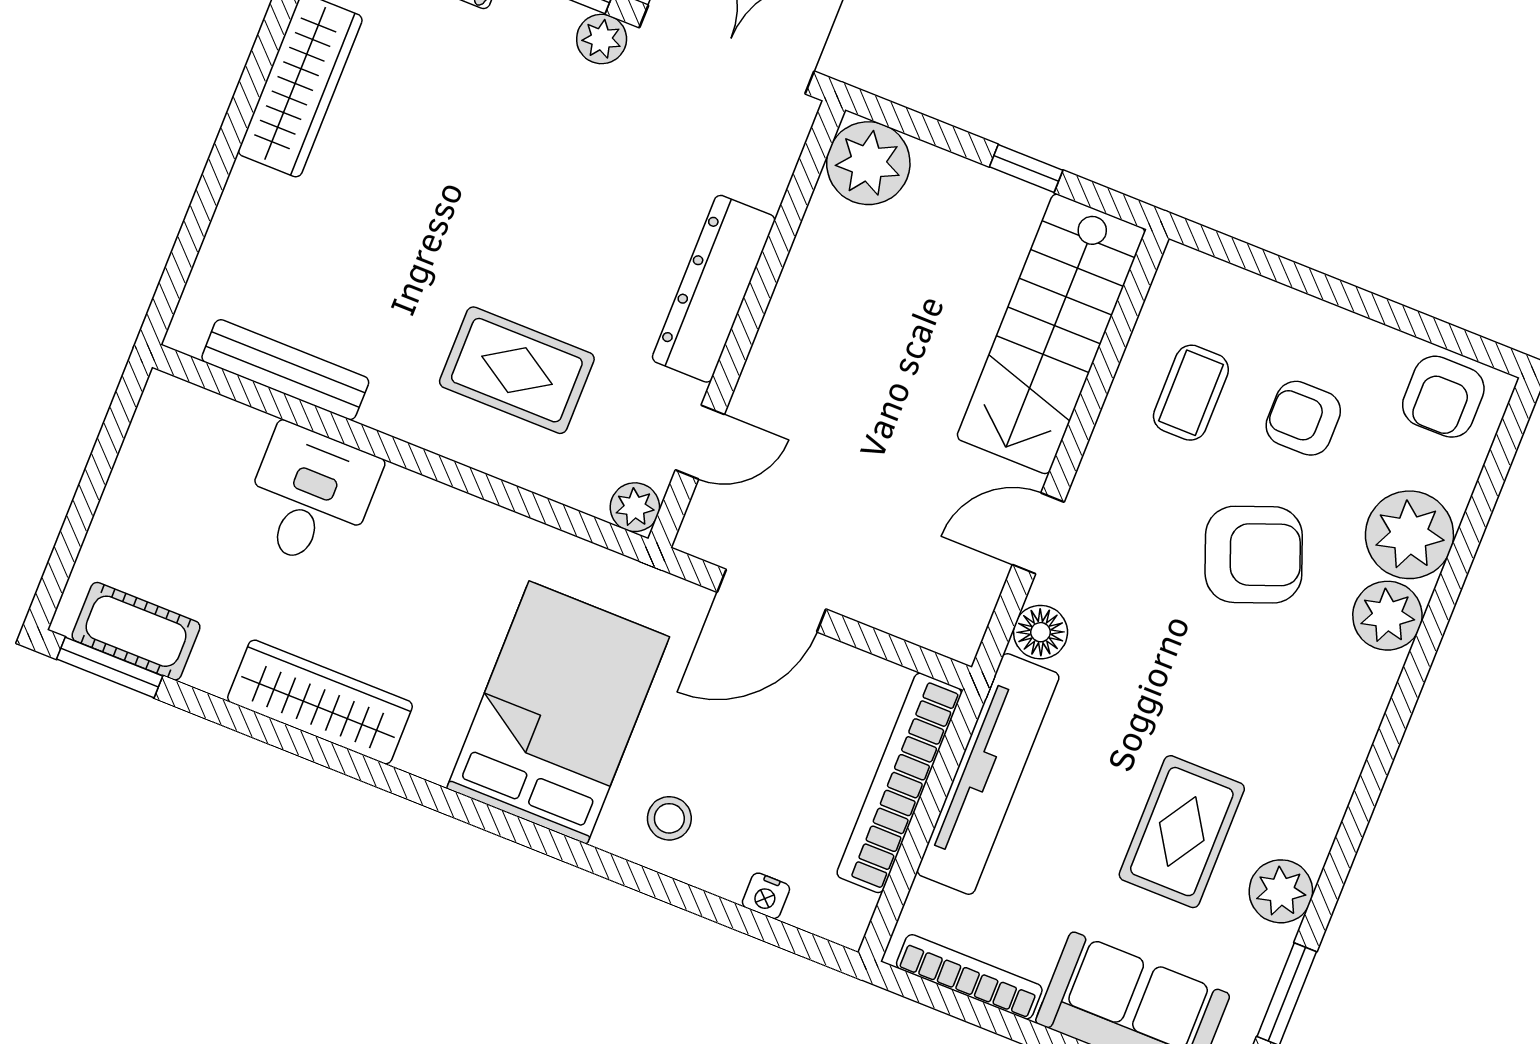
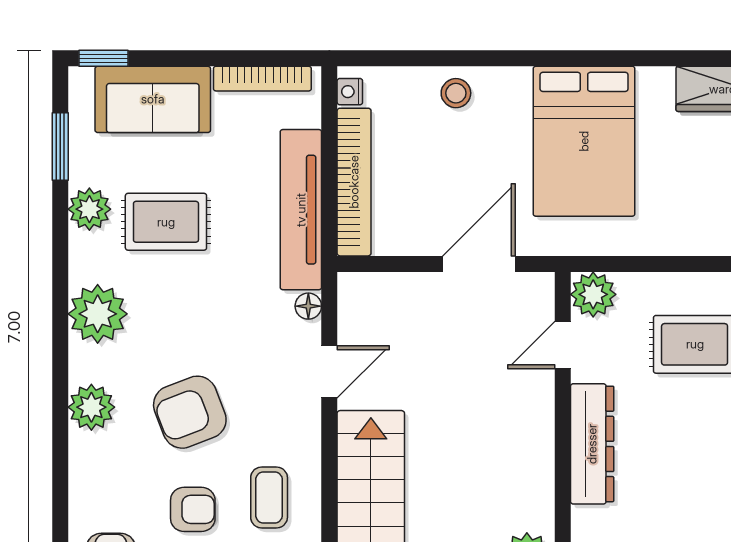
plant: (635, 507) -> (593, 294), width x1.38, depth x1.38
plant: (1409, 535) -> (98, 314), moved
floor lamp: (1041, 632) -> (308, 306), width x0.73, depth x0.73
stool: (669, 818) -> (456, 93), moved
rug: (1182, 832) -> (166, 222), turned 90
nightstand: (766, 896) -> (350, 92), moved, turned -90

